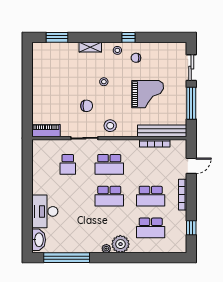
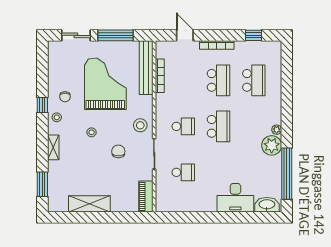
shelving: (39, 80) -> (89, 204), added
grand piano: (148, 94) -> (105, 84), width x1.37, depth x1.48
school desk: (109, 164) -> (183, 126), width x0.54
plant: (120, 244) -> (272, 145), moved

